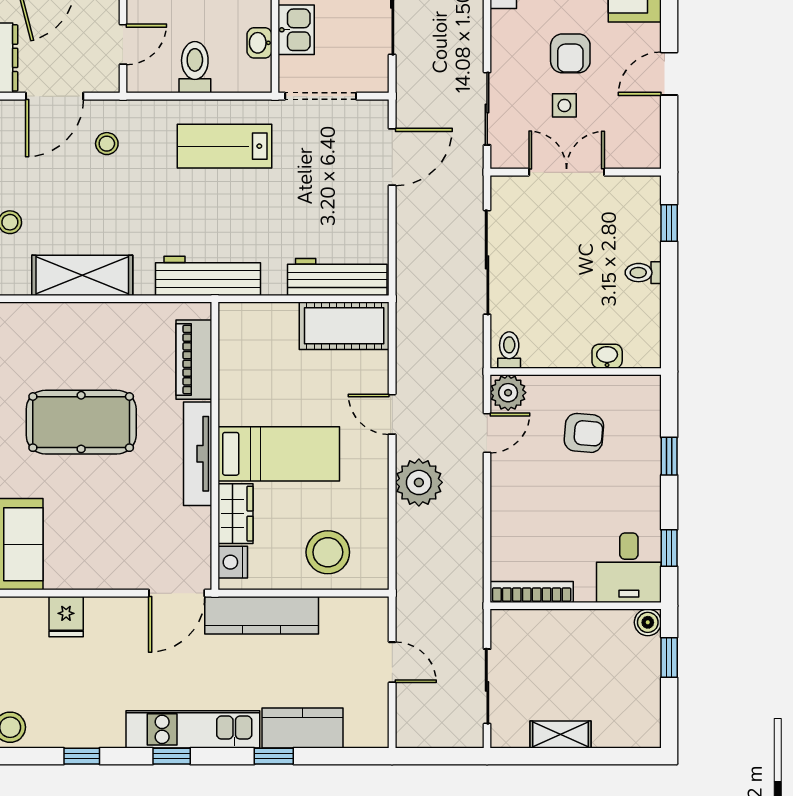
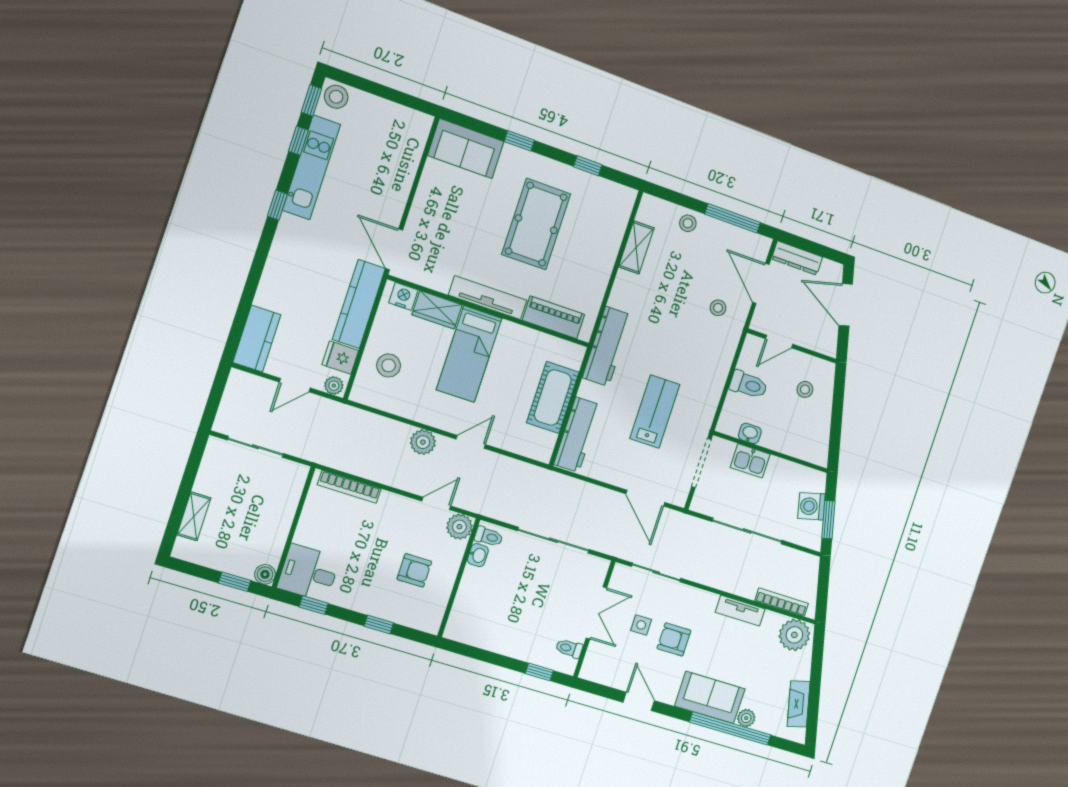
door: (123, 44) -> (779, 341), hinge flipped
lab bench: (224, 146) -> (655, 412), moved
toilet: (643, 273) -> (569, 648), moved, turned -90
shelving: (82, 275) -> (636, 247), width x0.67, depth x0.75
cot: (344, 326) -> (553, 398), moved
washbasin: (607, 356) -> (478, 555), moved
door: (487, 433) -> (436, 503), swing flipped
armchair: (584, 433) -> (414, 570), turned -95
plant: (419, 482) -> (423, 442), width x0.73, depth x0.73
stool: (328, 552) -> (389, 365), width x0.73, depth x0.73
bookcase: (532, 592) -> (349, 487), moved, turned 90
plant: (377, 613) -> (334, 386), added
fridge: (66, 617) -> (340, 358), moved
kitchen counter: (302, 728) -> (257, 339), moved
kitchen unit: (193, 729) -> (311, 167), moved
shelving: (561, 735) -> (194, 516), moved
window: (274, 756) -> (311, 100), moved

